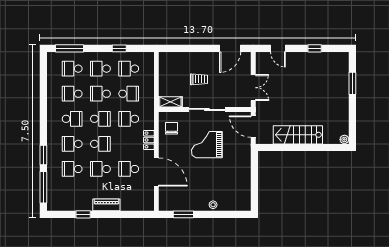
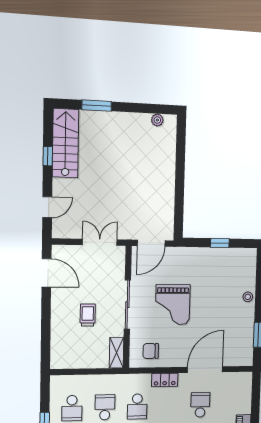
stairs: (298, 135) -> (66, 143), moved, turned 180
plant: (344, 139) -> (157, 120), moved
school desk: (129, 169) -> (200, 405), turned 180
window: (254, 181) -> (220, 243), added

